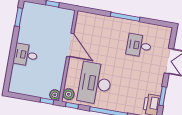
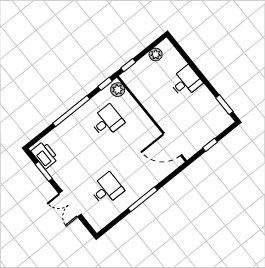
door: (70, 45) -> (172, 144), moved
desk: (95, 83) -> (107, 121), width x0.53, depth x0.77
plant: (55, 95) -> (156, 54), moved

